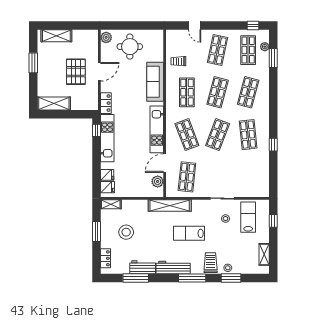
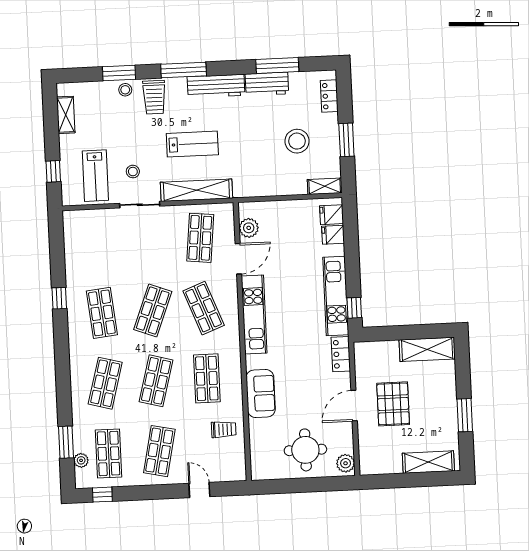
sofa: (155, 82) -> (261, 393), width x0.73
shelving: (170, 206) -> (196, 190), moved

